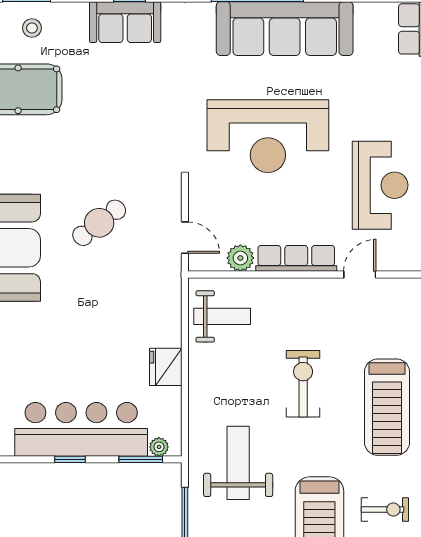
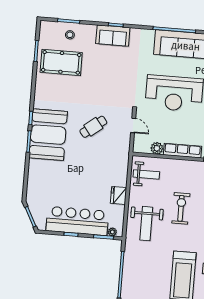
door: (185, 238) -> (133, 126), moved
weight bench: (238, 463) -> (146, 224), moved, turned 180

